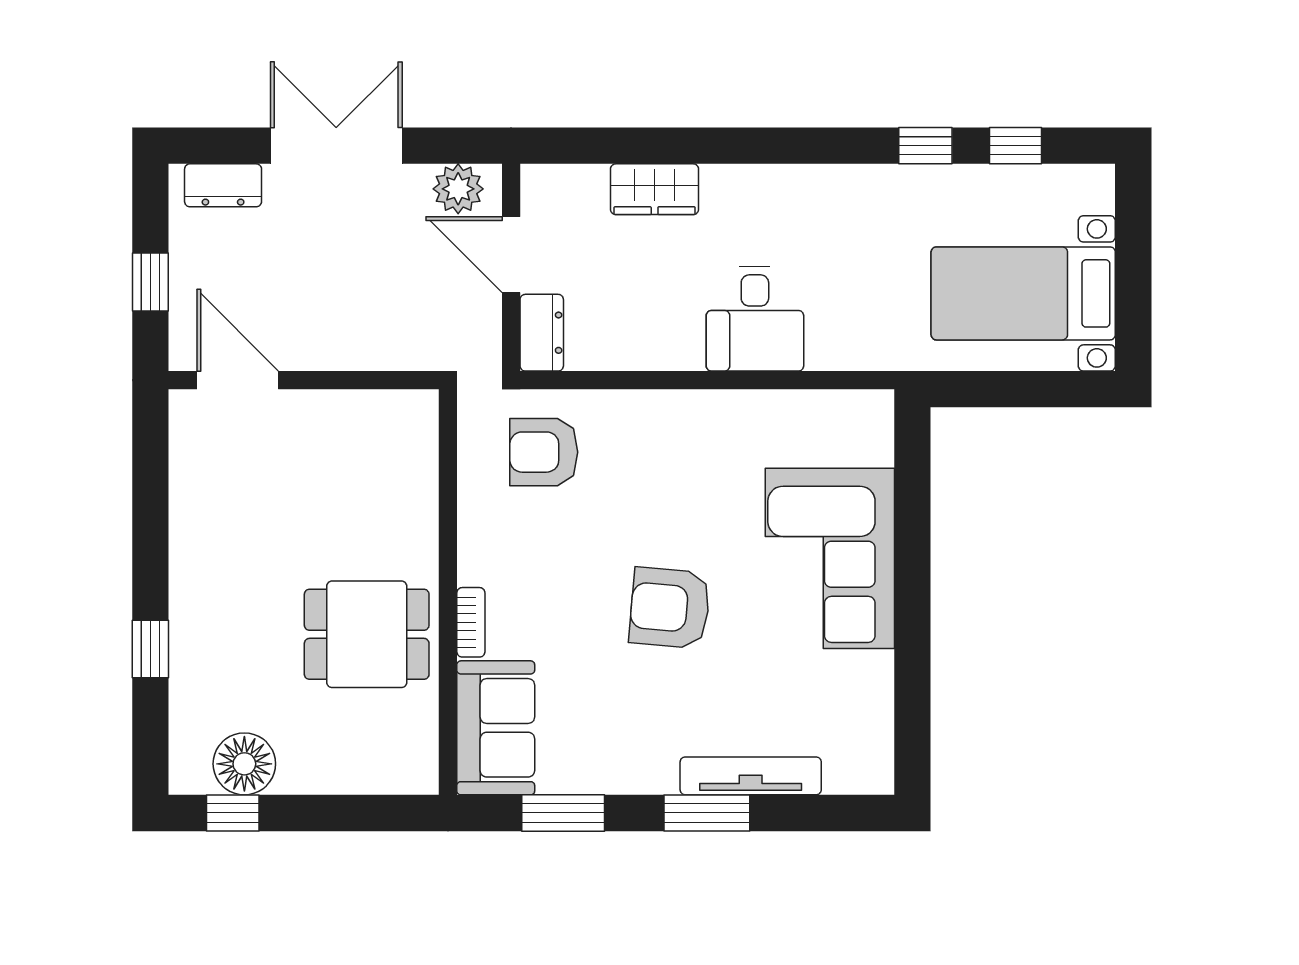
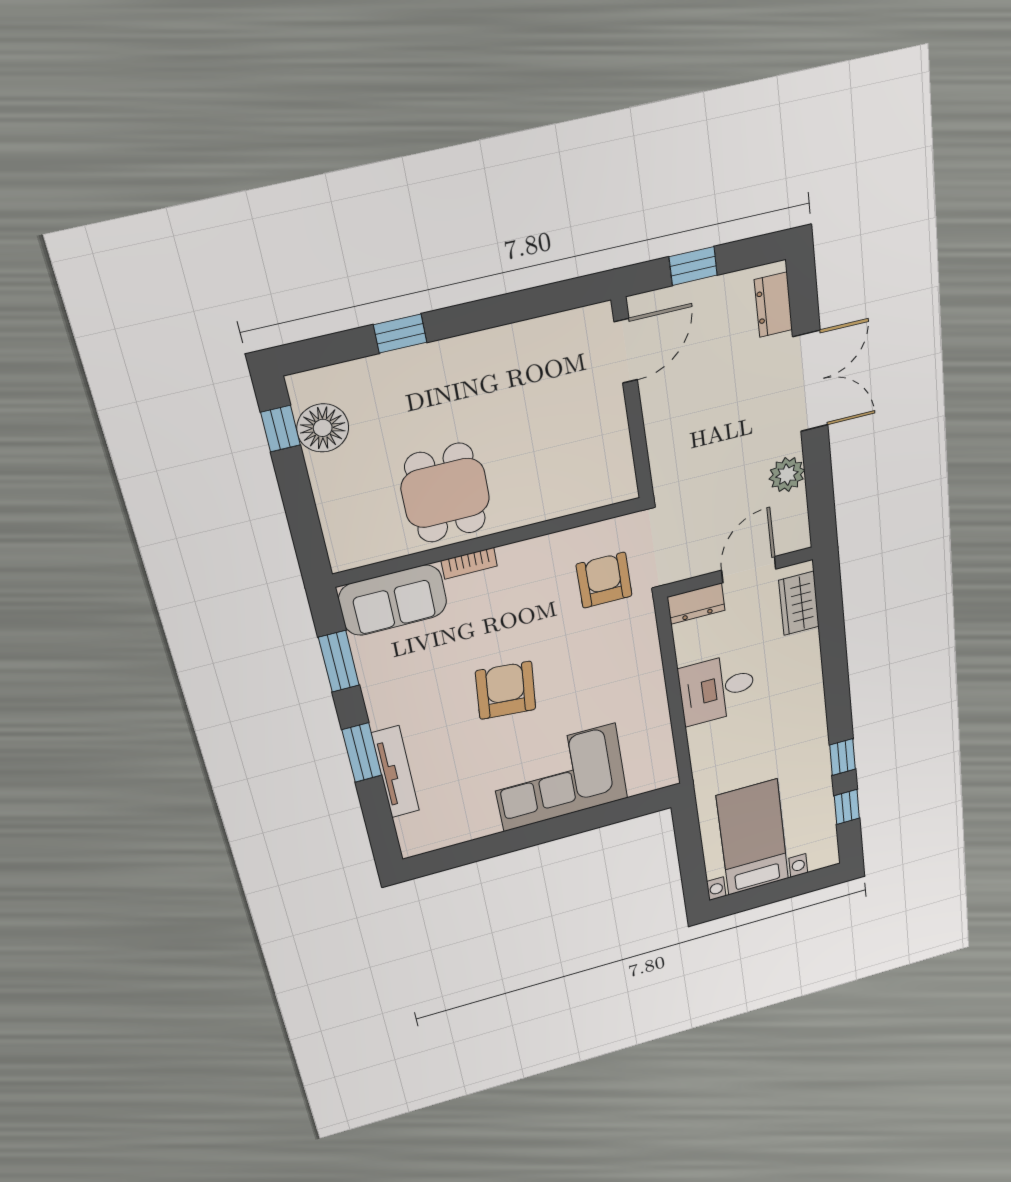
door: (511, 255) -> (749, 570), moved
wall: (511, 267) -> (740, 572), moved
dresser: (542, 333) -> (696, 604), moved

